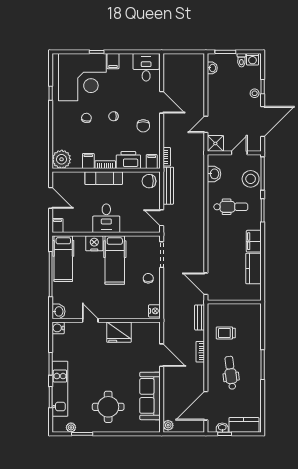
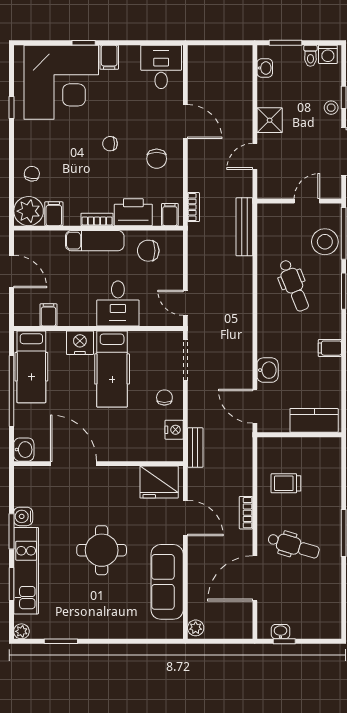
chair: (86, 118) -> (32, 174), moved
shower: (215, 143) -> (270, 120), moved
filing cabinet: (88, 161) -> (54, 214), moved
washbasin: (214, 174) -> (268, 370), moved
chair: (149, 181) -> (148, 251), moved
bench: (168, 186) -> (244, 227), moved
dental chair: (231, 207) -> (294, 286), turned 68
desk: (106, 218) -> (118, 304), moved
filing cabinet: (58, 226) -> (48, 315), moved
filing cabinet: (254, 241) -> (330, 348), width x0.50
kitchen counter: (253, 268) -> (314, 420), moved, turned 90
nightstand: (154, 311) -> (174, 430), moved
bench: (200, 317) -> (195, 448), moved
door: (90, 320) -> (74, 464), width x1.88
water cooler: (58, 328) -> (23, 516), moved
fridge: (119, 332) -> (159, 482), moved
dental chair: (231, 373) -> (294, 546), turned 114
door: (206, 406) -> (255, 578), moved
round table: (108, 407) -> (102, 550), moved
kitchen counter: (244, 425) -> (314, 627), removed
plant: (71, 427) -> (21, 631), moved

